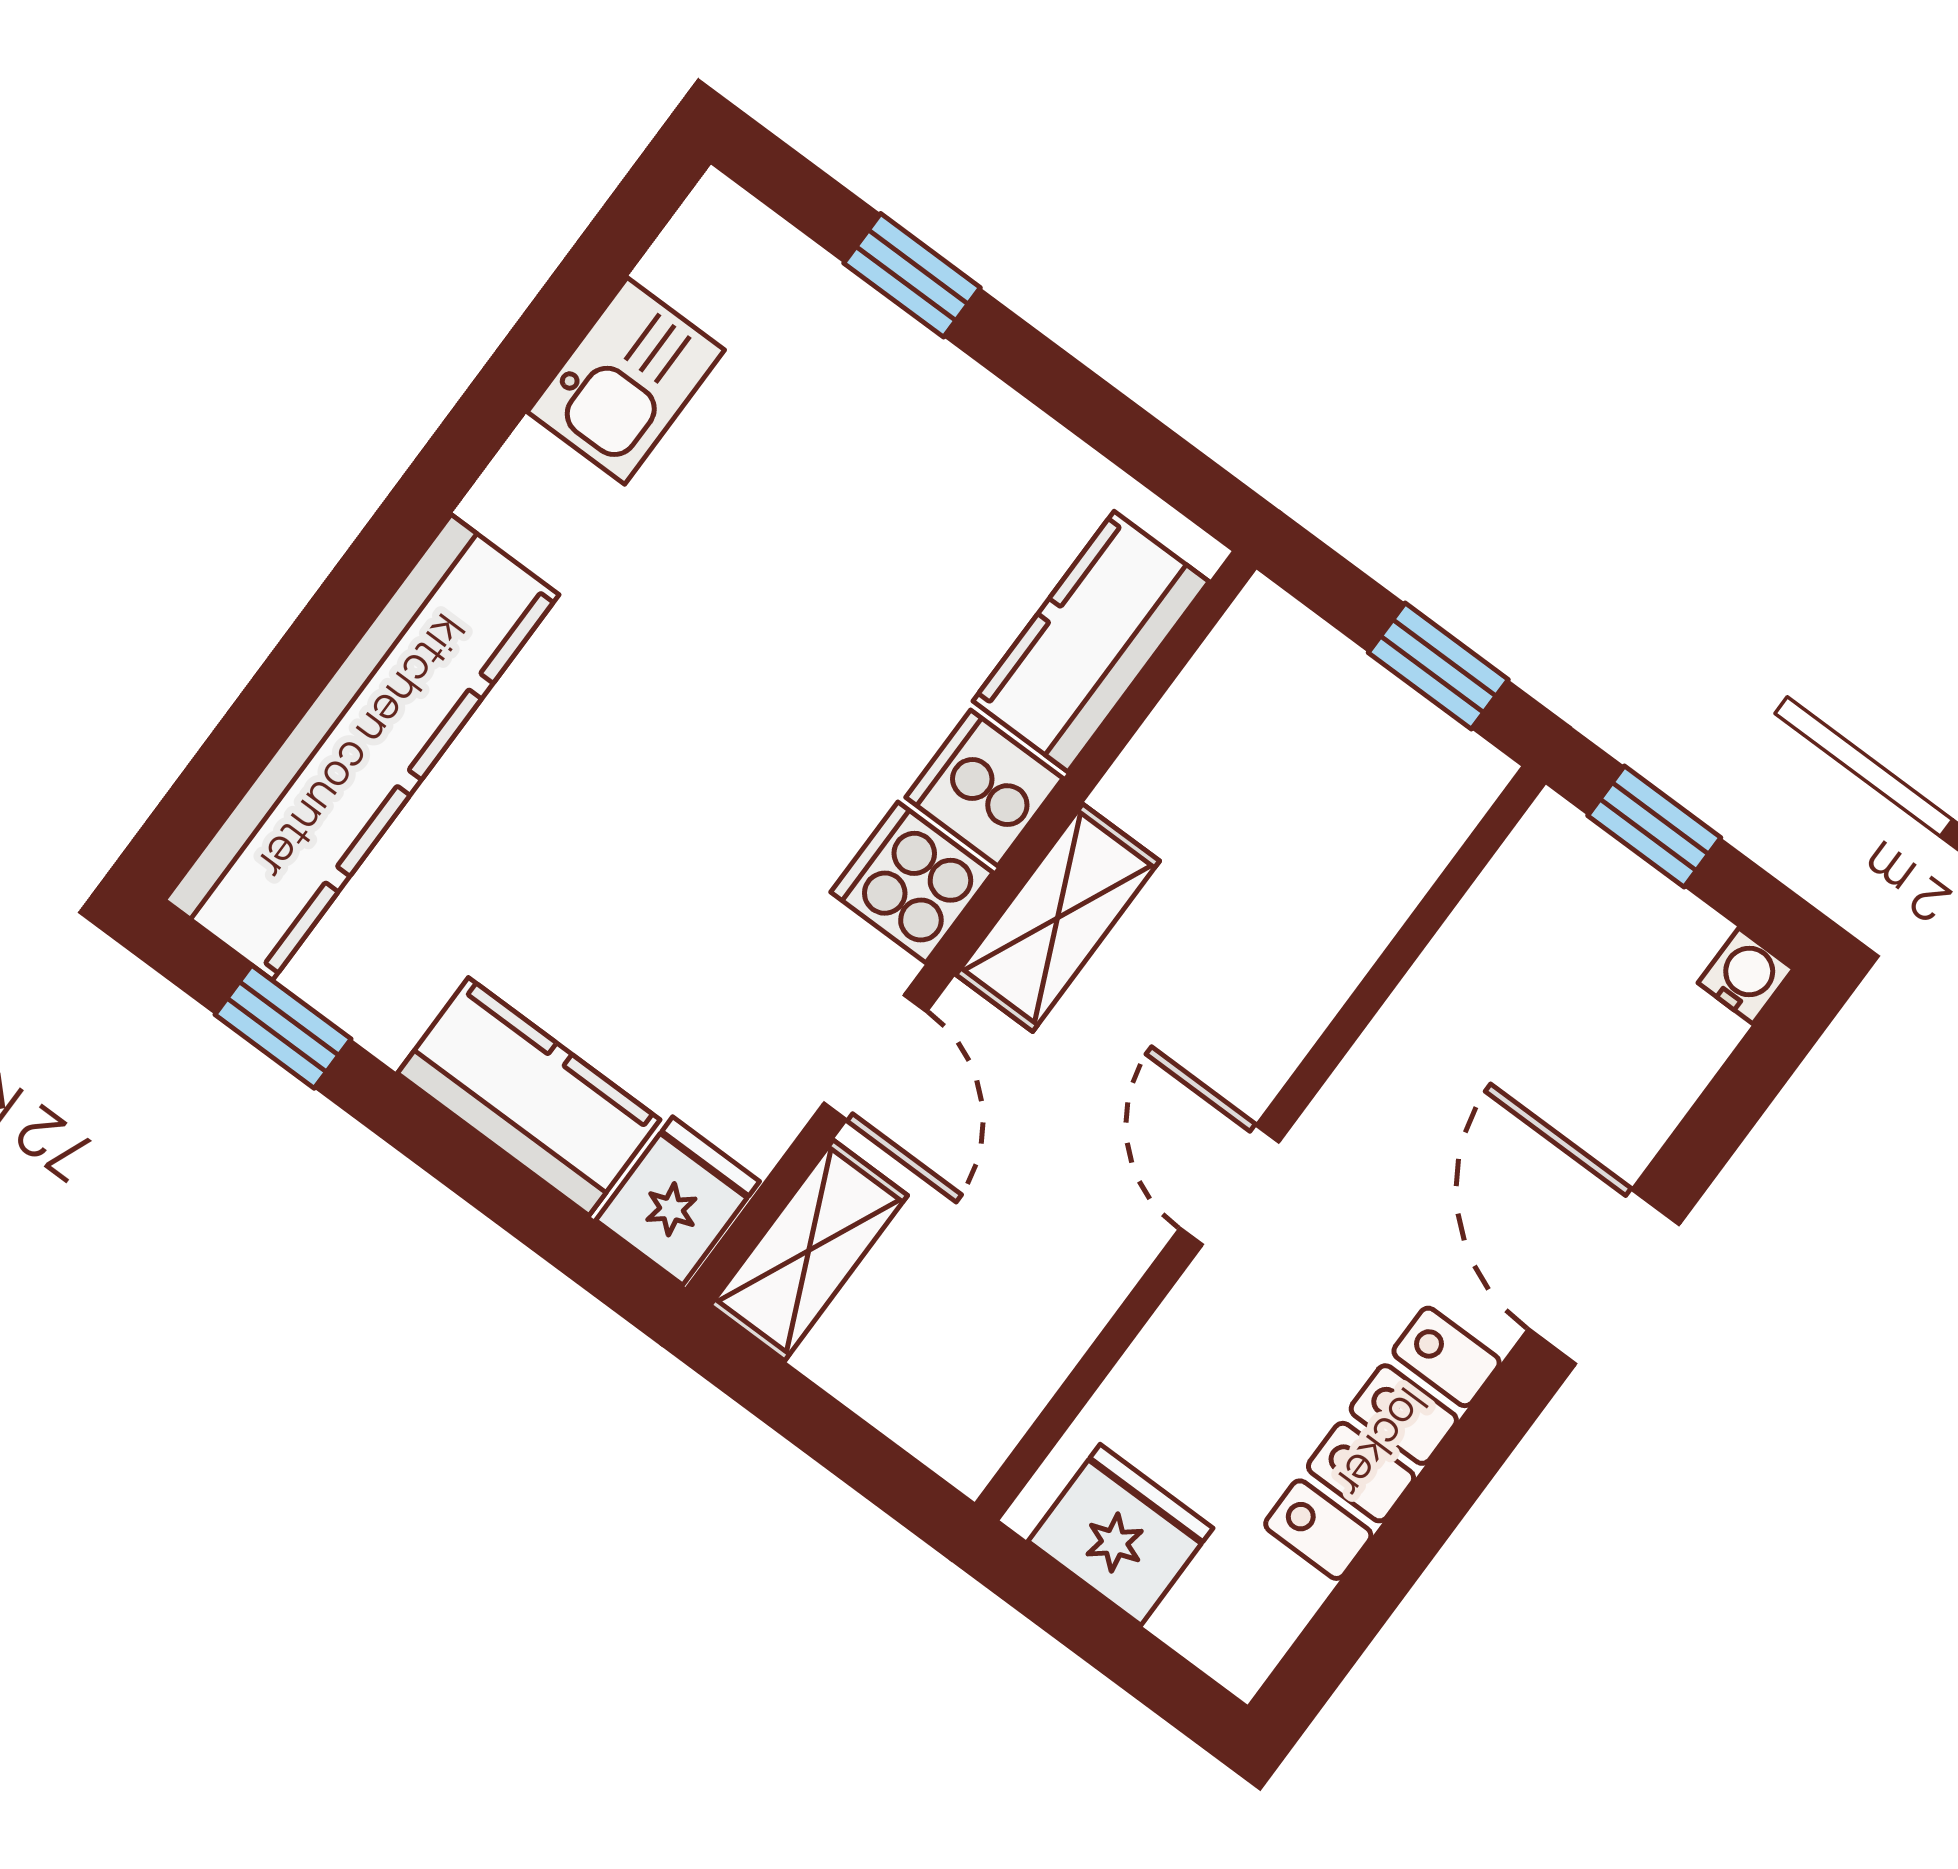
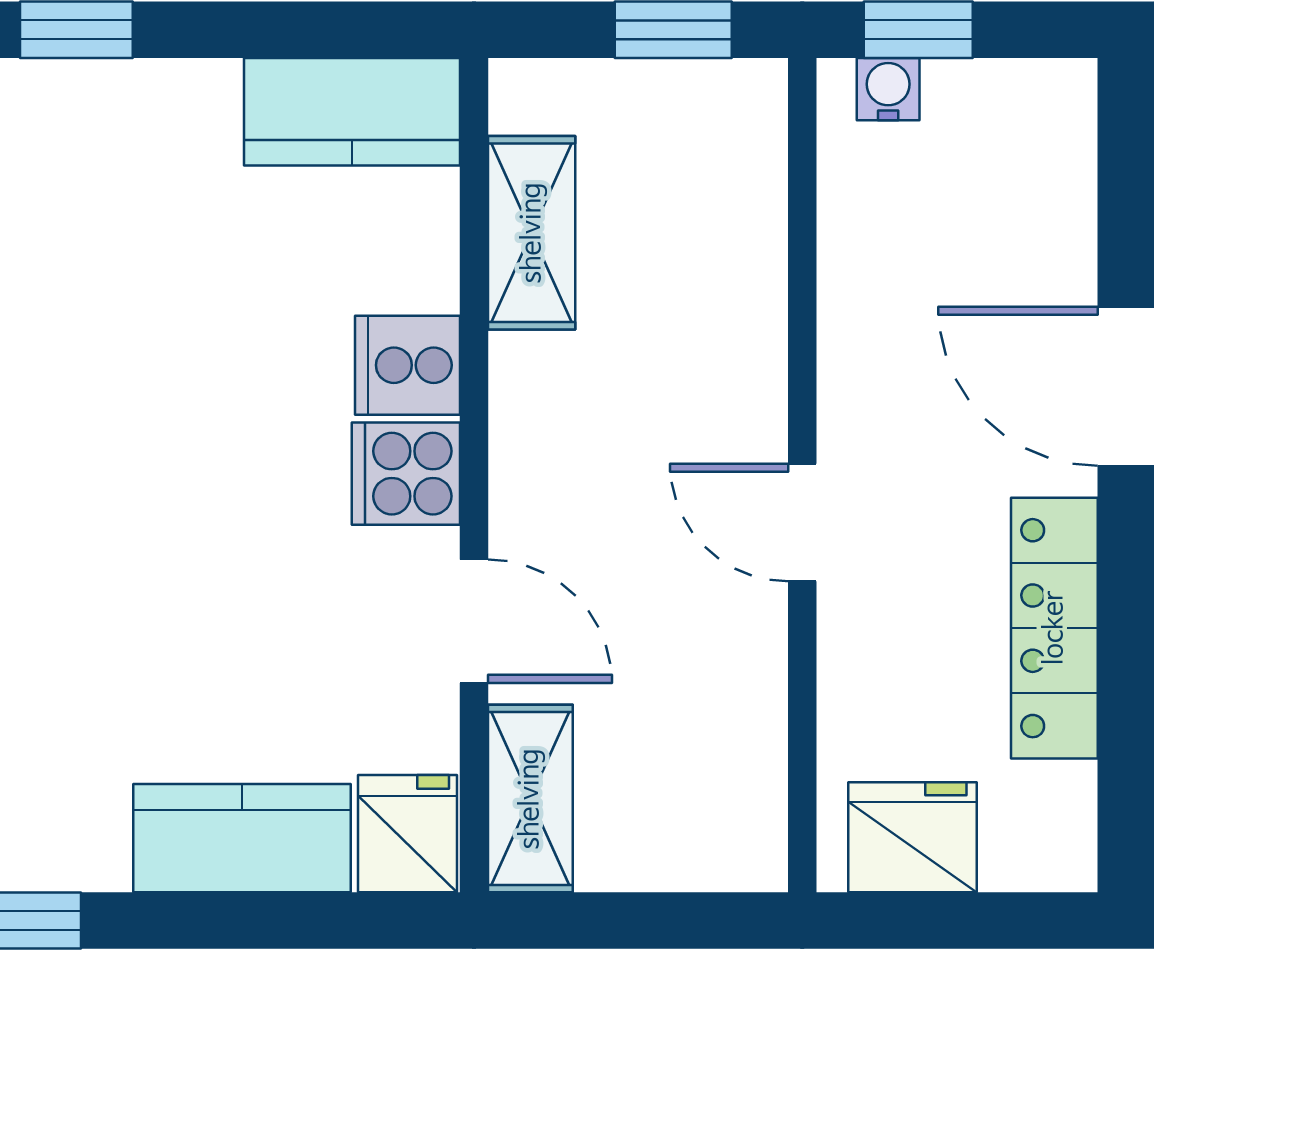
kitchen counter: (1091, 641) -> (352, 112), moved, turned -90
shelving: (1058, 918) -> (532, 233), moved
water cooler: (1746, 976) -> (888, 89), moved

